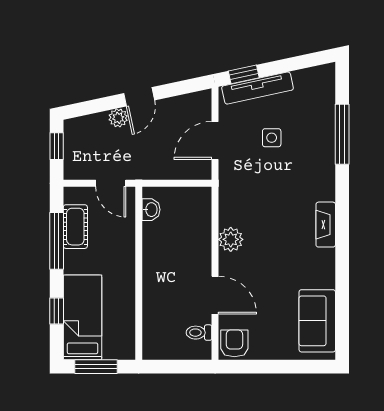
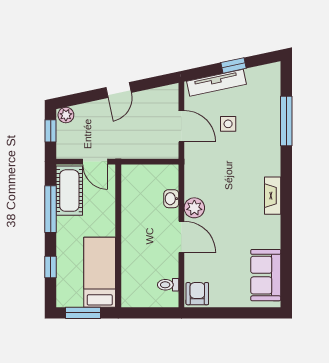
window: (244, 74) -> (234, 65), moved
plant: (118, 118) -> (66, 115), moved
door: (215, 140) -> (181, 126), swing flipped
washbasin: (151, 210) -> (171, 199), moved, turned 180
cot: (75, 227) -> (69, 191), width x1.37, depth x1.34
door: (215, 295) -> (181, 237), moved
bed: (82, 317) -> (100, 272), moved

